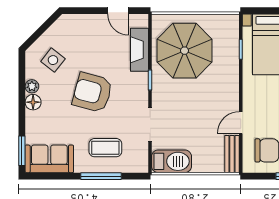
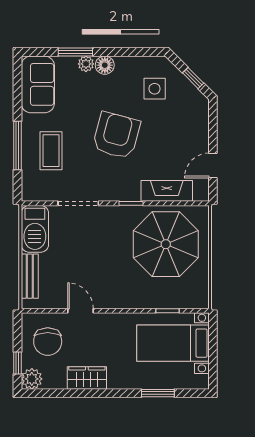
window: (44, 27) -> (193, 78), added
side table: (53, 60) -> (155, 89), turned -38
plant: (32, 86) -> (86, 64), moved
window: (22, 151) -> (75, 52), moved
bench: (232, 154) -> (30, 276), moved, turned 90

